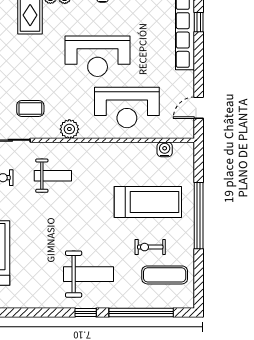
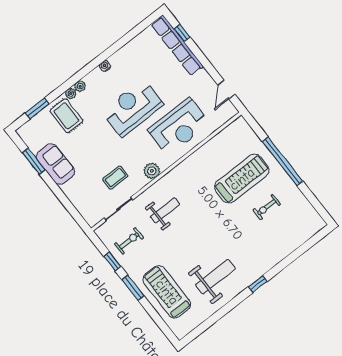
reception desk: (98, 56) -> (133, 108), turned 180
water cooler: (165, 149) -> (225, 135), removed
weight bench: (89, 274) -> (215, 277), moved
exercise mat: (165, 275) -> (291, 218), removed
window: (141, 312) -> (295, 255), removed

